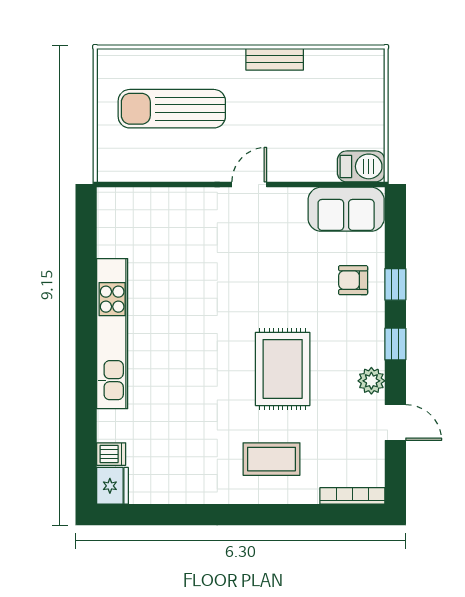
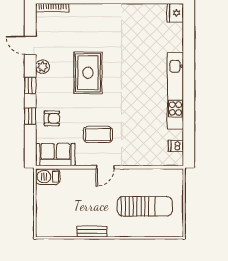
dishwasher: (111, 454) -> (176, 146), moved
coffee table: (272, 459) -> (98, 135), moved

